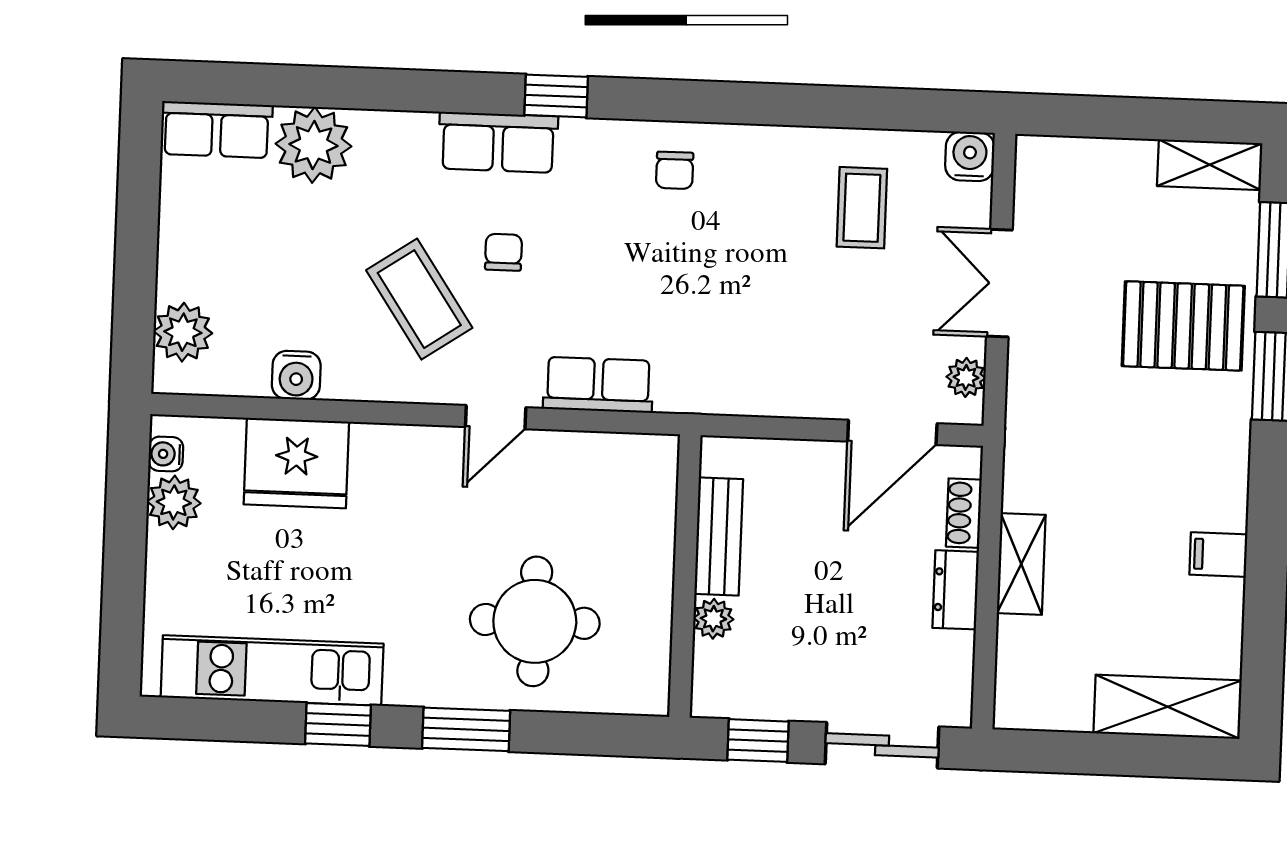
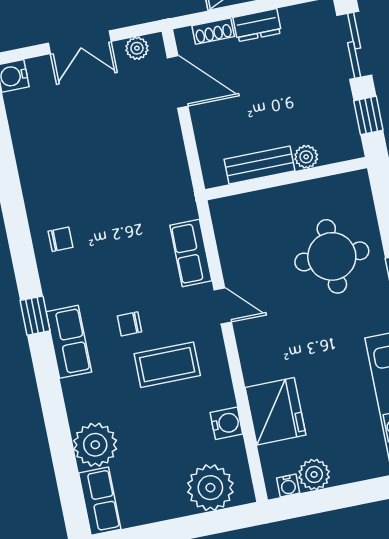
coffee table: (862, 208) -> (56, 129), removed
coffee table: (419, 299) -> (167, 365), turned 34
plant: (183, 332) -> (210, 488), width x1.36, depth x1.36

